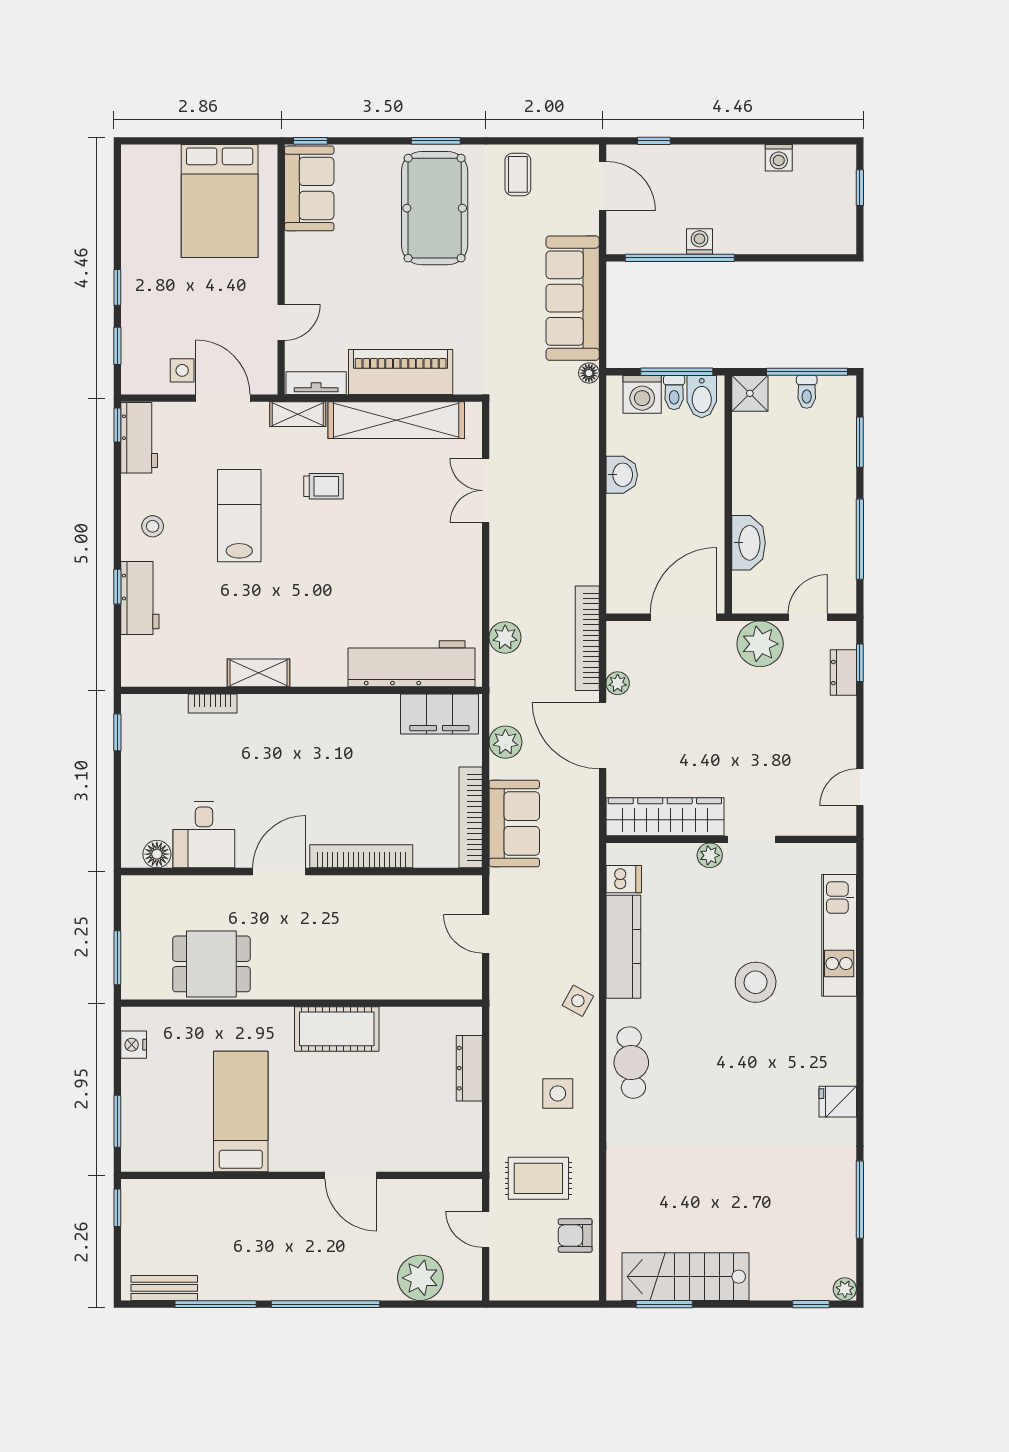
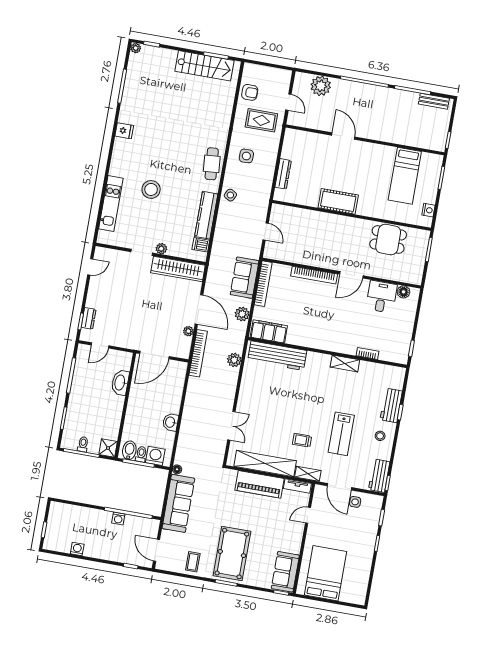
plant: (760, 644) -> (123, 337), removed
bed: (241, 1112) -> (405, 176), moved

